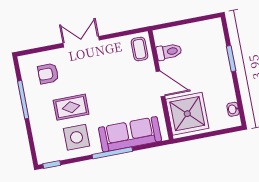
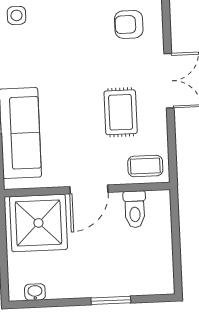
armchair: (48, 74) -> (129, 24), turned -90
rug: (71, 107) -> (121, 112), moved
side table: (77, 137) -> (17, 15), moved, width x0.54, depth x0.54

